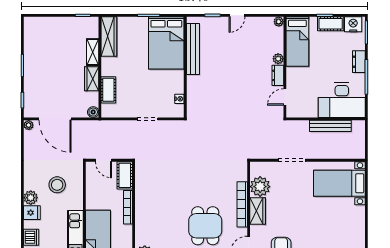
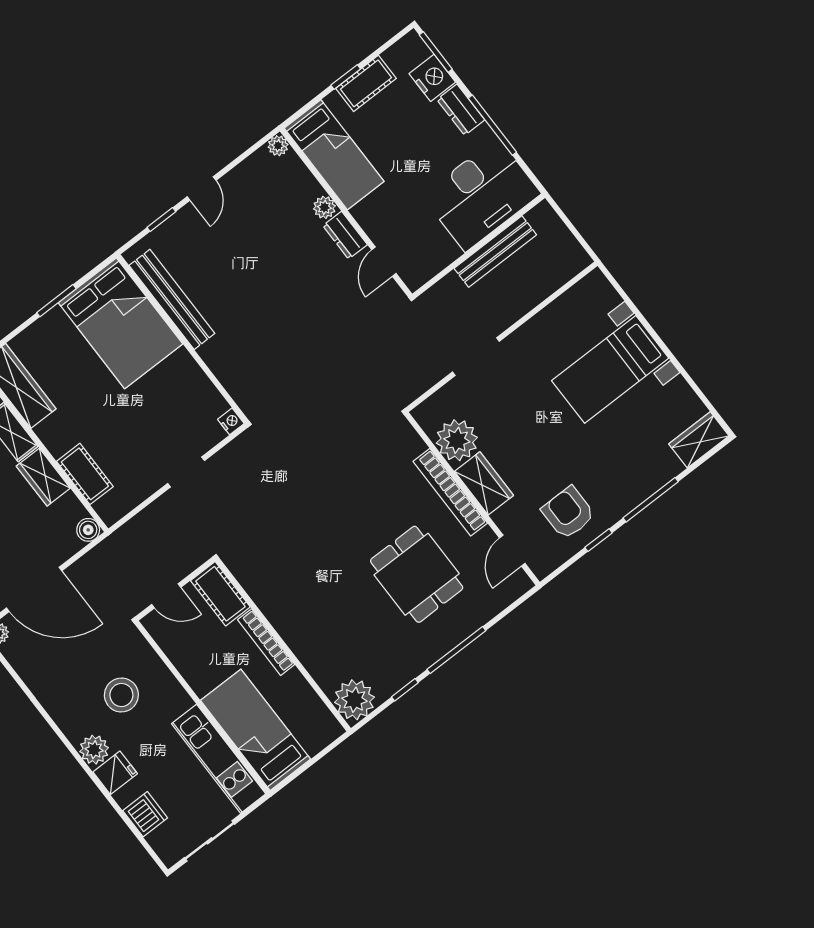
nightstand: (353, 24) -> (432, 78), moved, turned 90
nightstand: (179, 99) -> (231, 421), moved
bed with nightstands: (339, 183) -> (610, 369), moved

